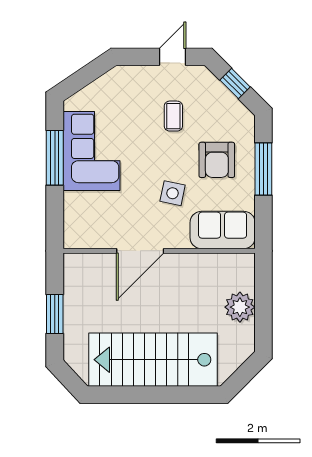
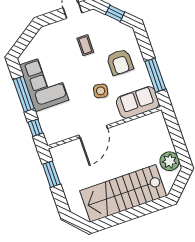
window: (263, 169) -> (155, 75), moved
window: (55, 215) -> (35, 128), added
plant: (240, 307) -> (169, 161), moved
window: (55, 314) -> (51, 174), moved

